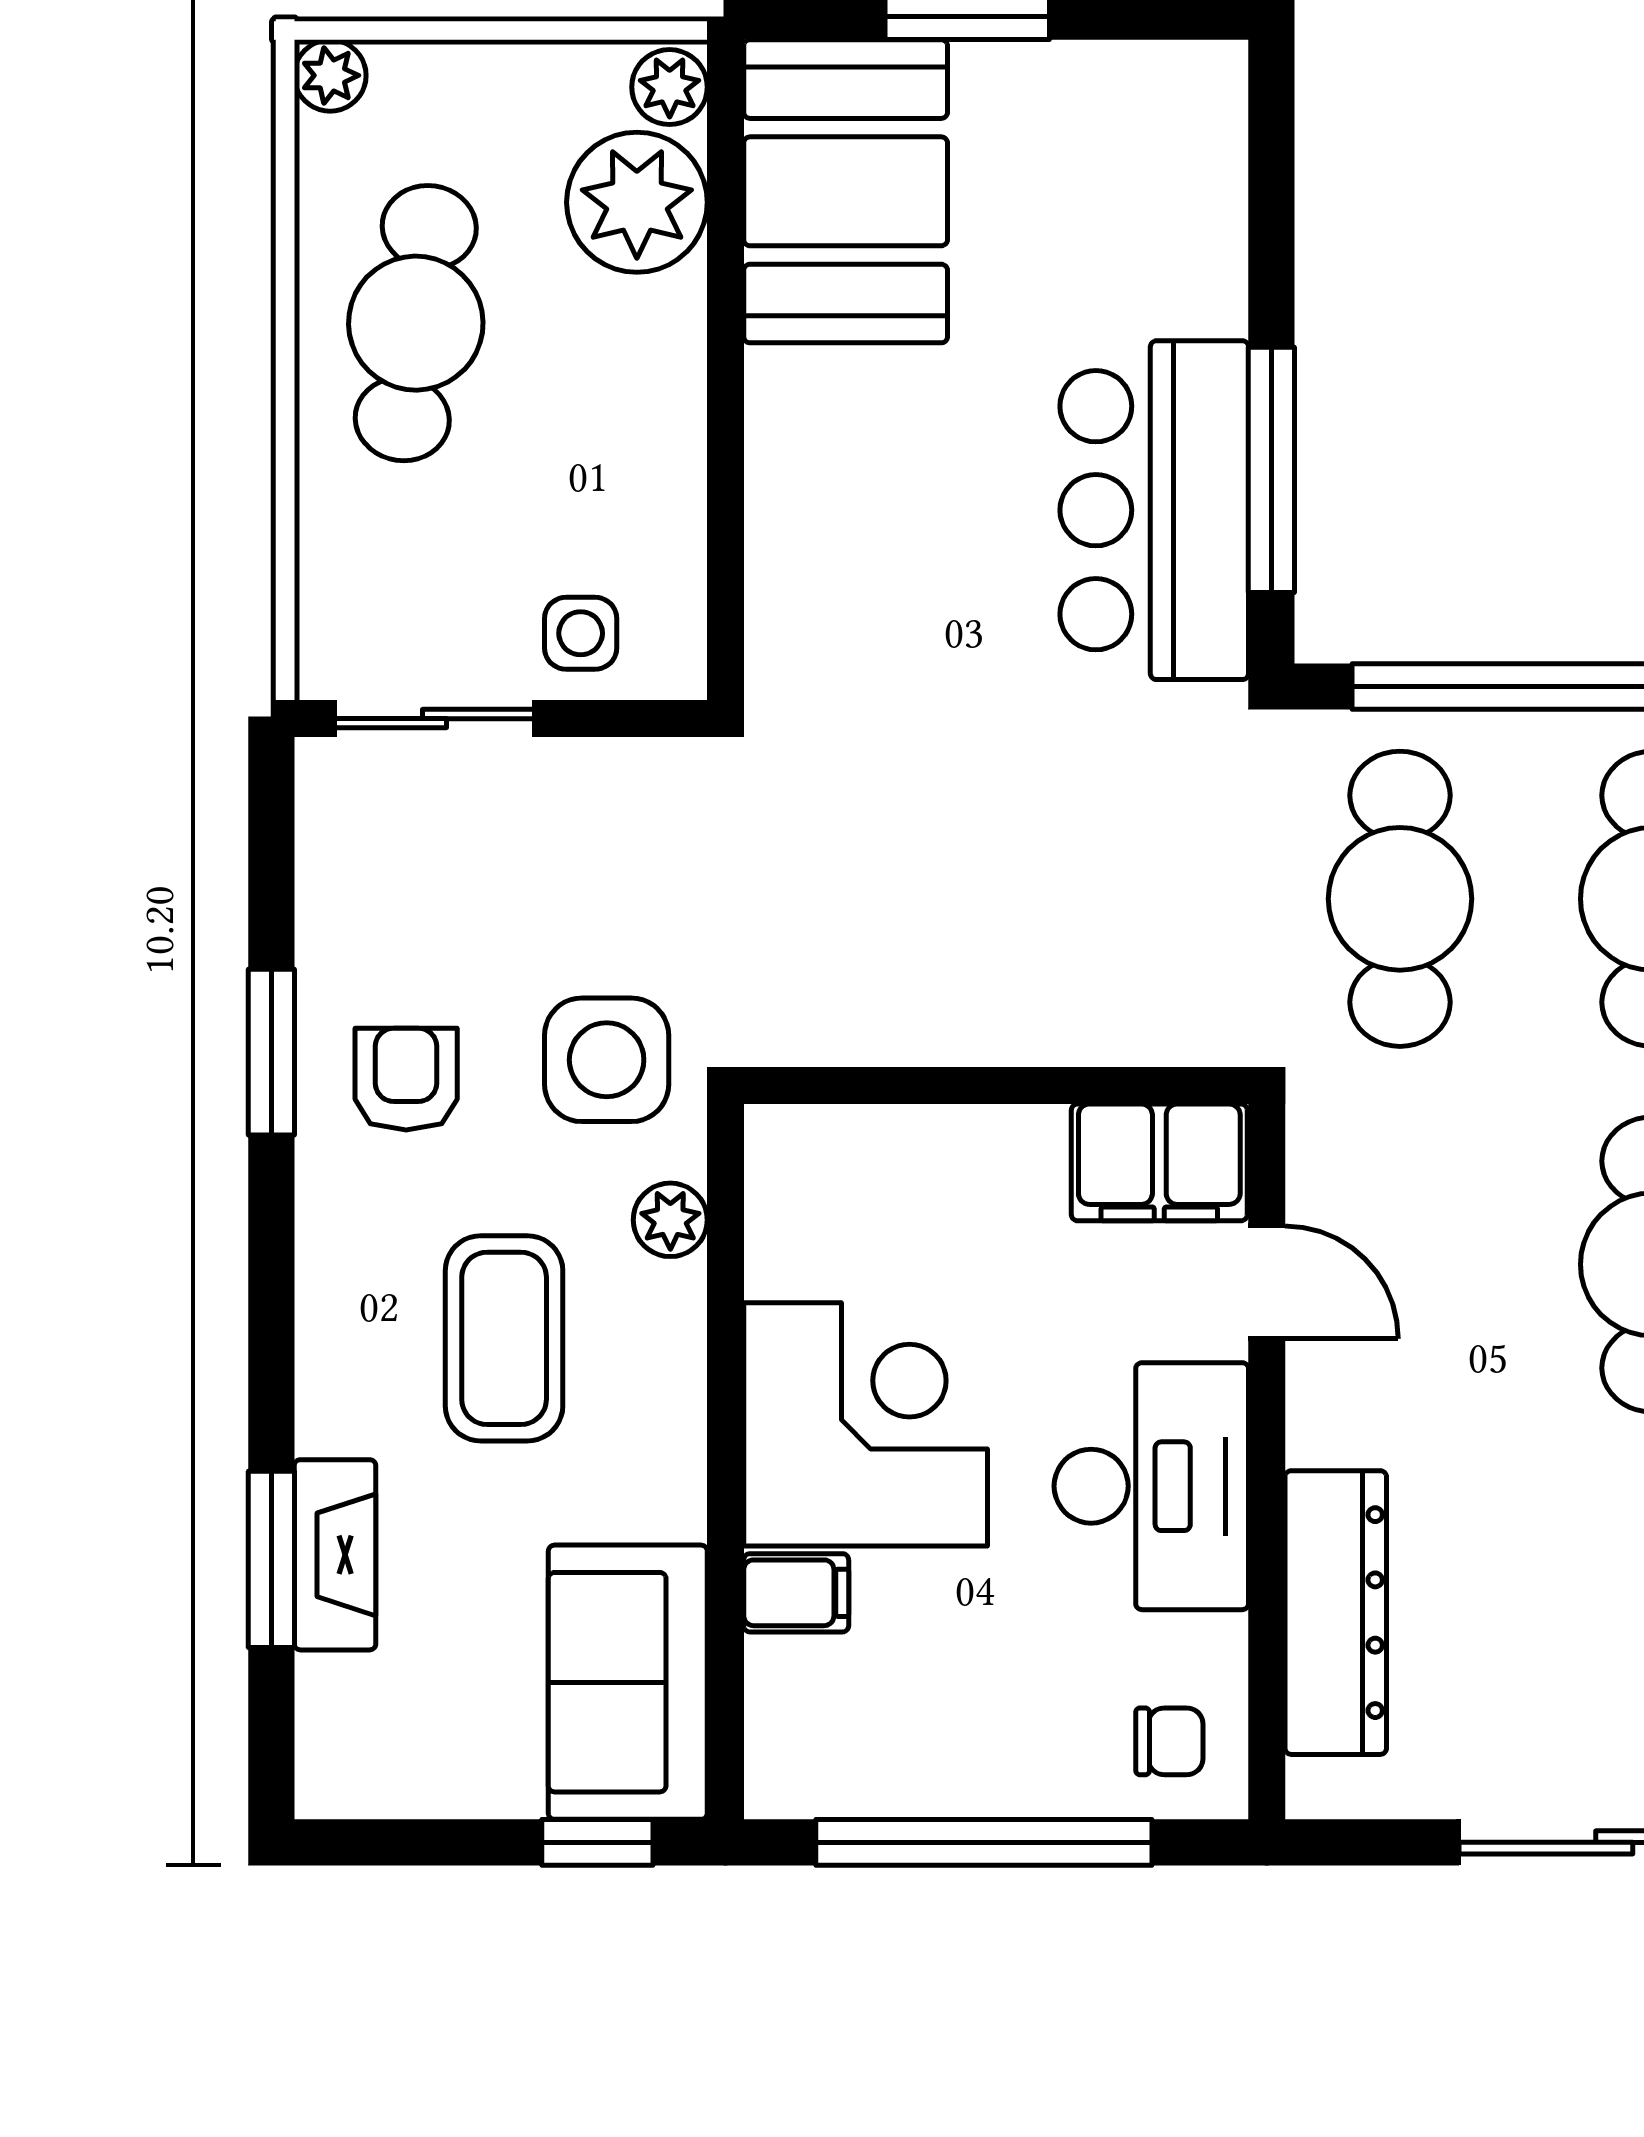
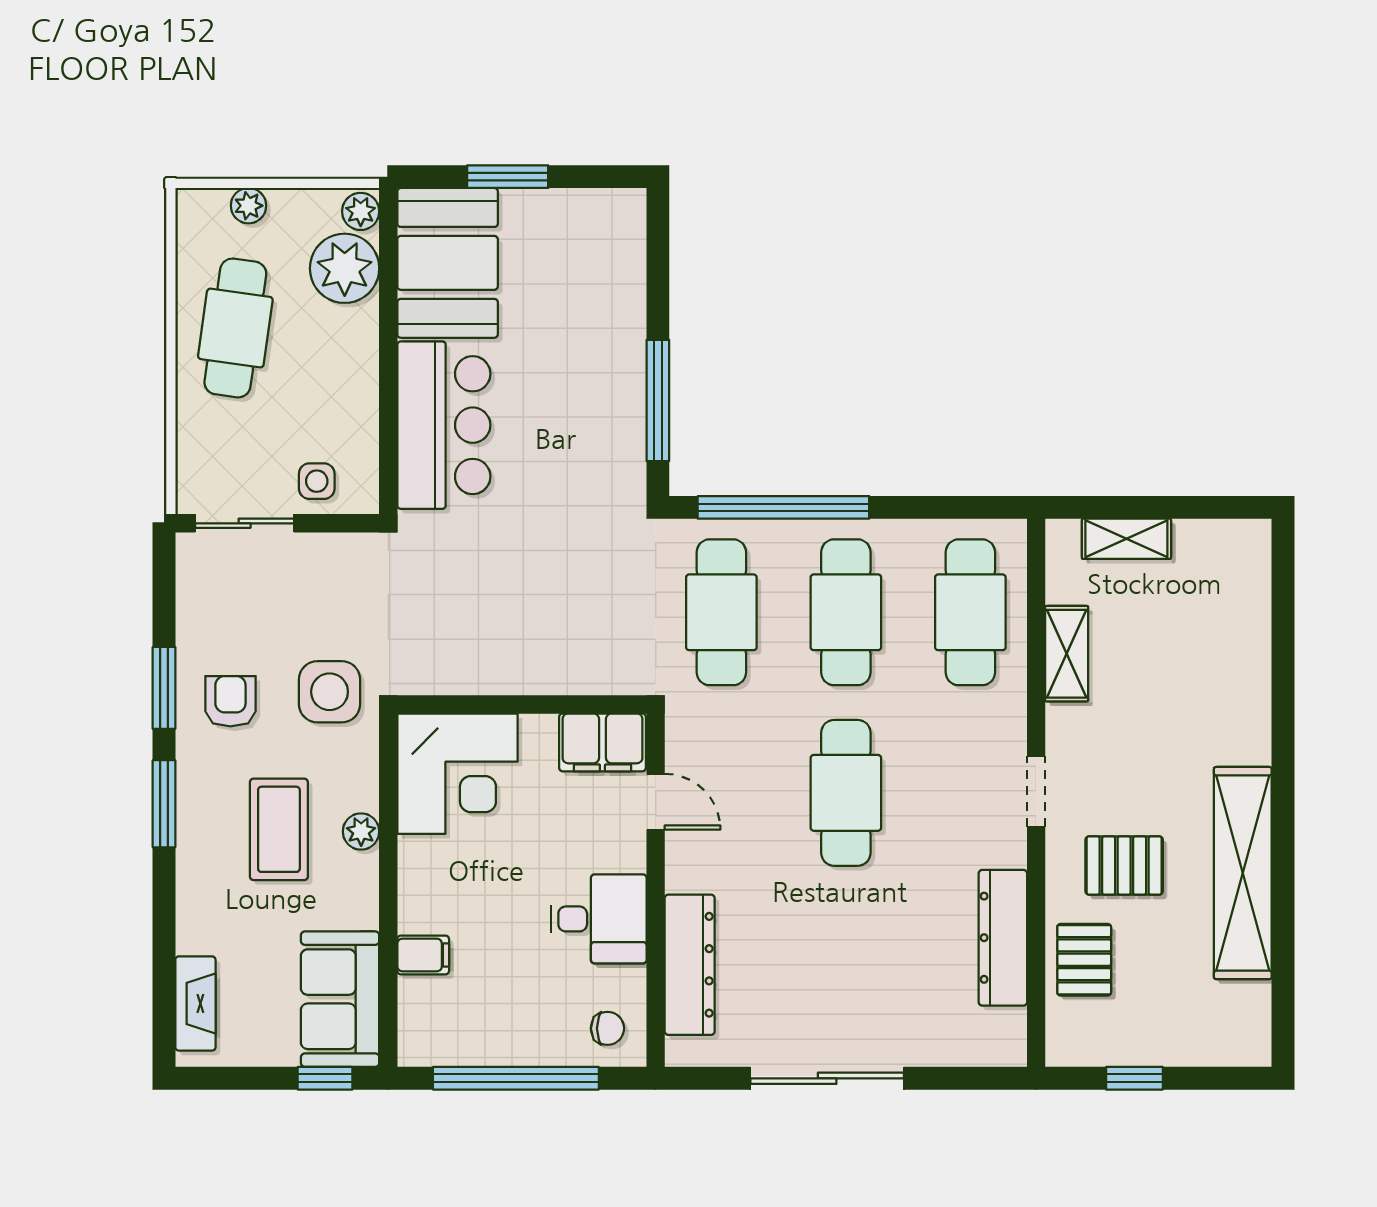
plant: (330, 75) -> (248, 206), moved
bar counter: (1154, 510) -> (444, 425), moved, turned 180
plant: (670, 1220) -> (361, 831), moved
corner desk: (866, 1424) -> (457, 774), moved, turned 90
desk: (1151, 1486) -> (599, 919), width x0.73
fireplace: (335, 1555) -> (195, 1003), moved
window: (271, 1559) -> (164, 804), moved

